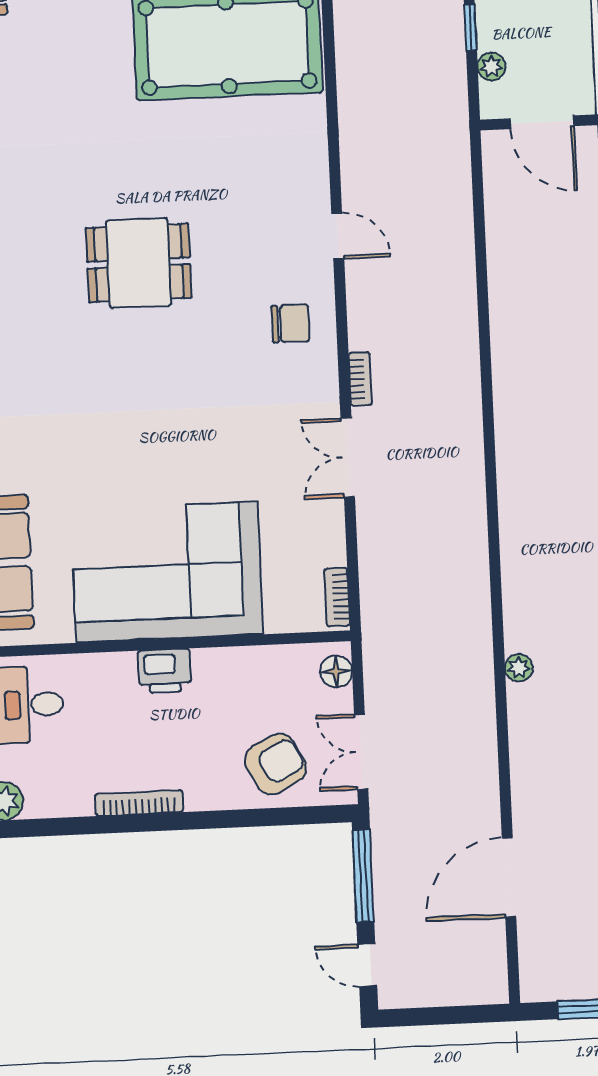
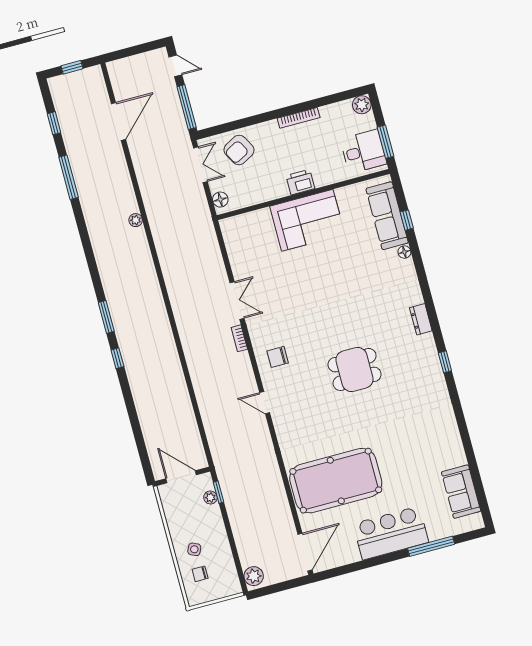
window: (470, 27) -> (218, 492), moved
corner sofa: (167, 572) -> (307, 220), width x0.73, depth x0.74
bookcase: (337, 597) -> (228, 234), removed

